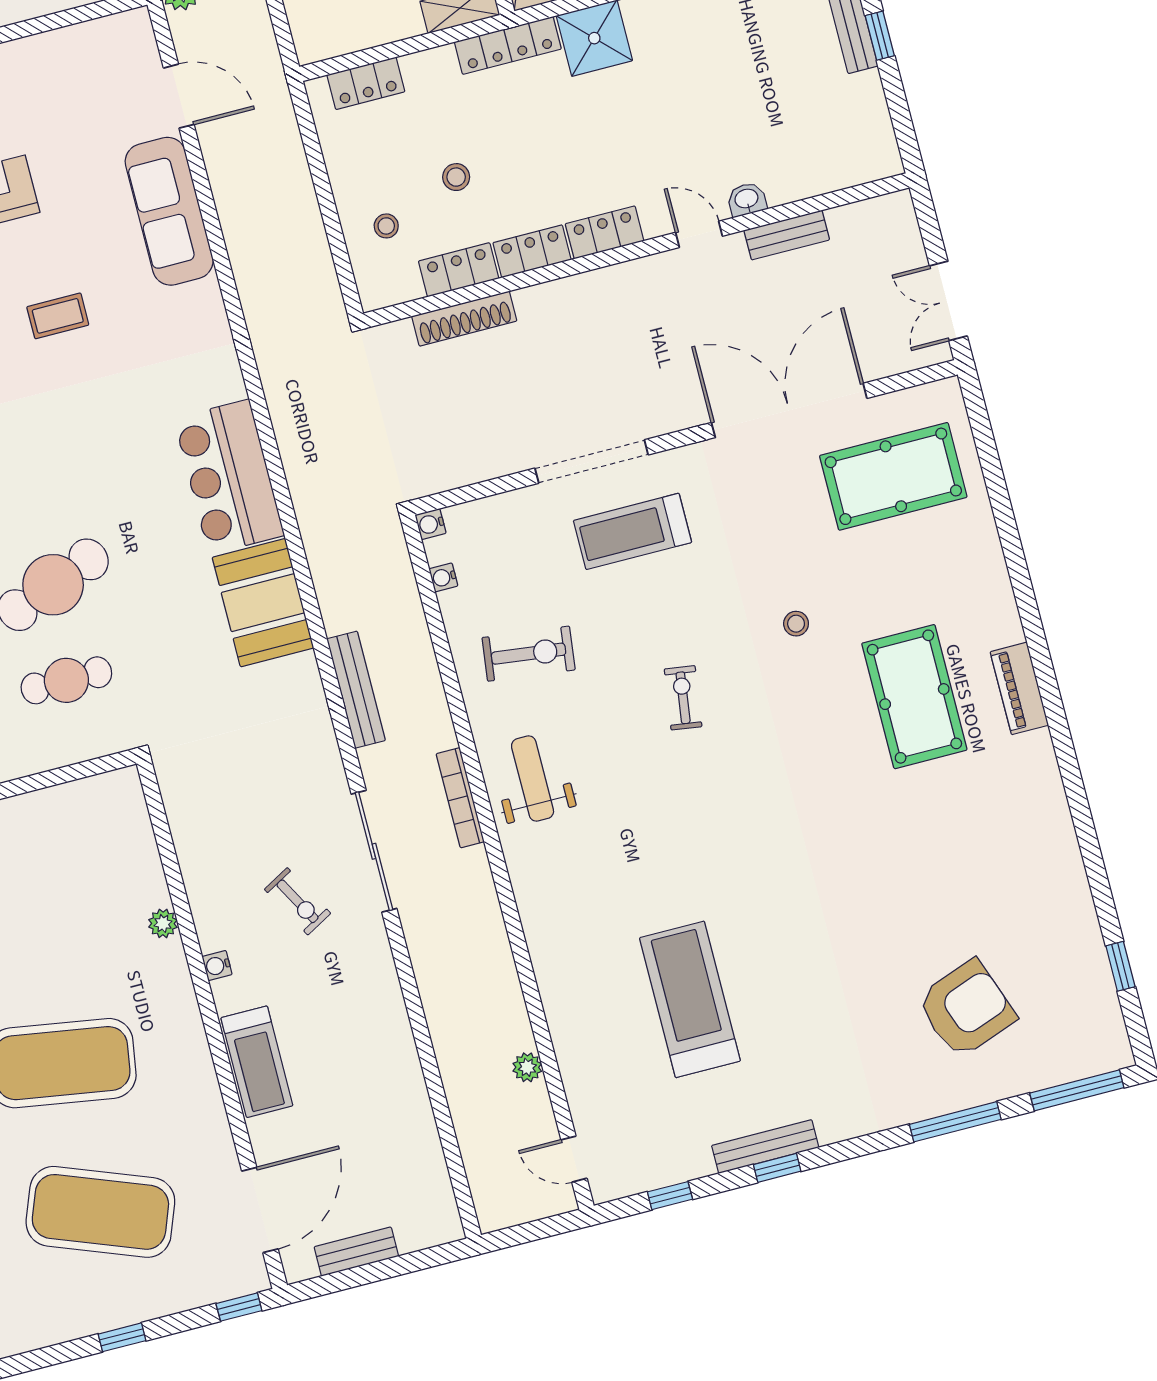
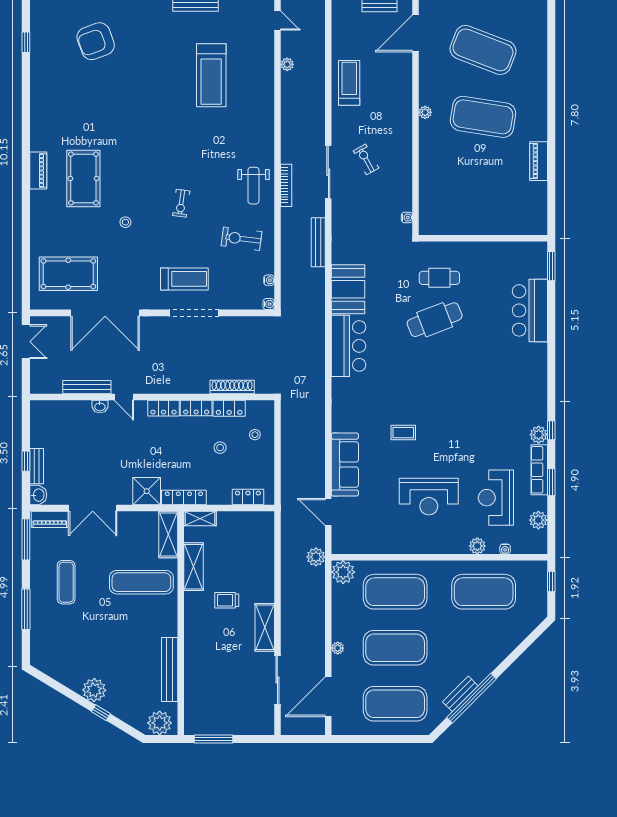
bench: (787, 235) -> (87, 387), width x1.36
plant: (163, 923) -> (425, 112), moved
water cooler: (217, 966) -> (407, 218), moved
treadmill: (257, 1062) -> (349, 83), moved

